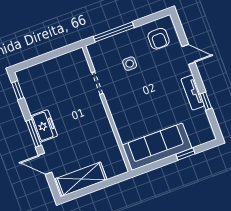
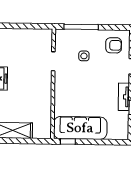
armchair: (159, 39) -> (114, 45), turned -90
window: (185, 154) -> (68, 142), moved

